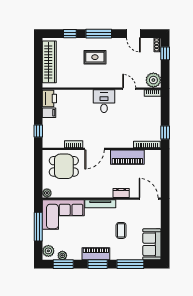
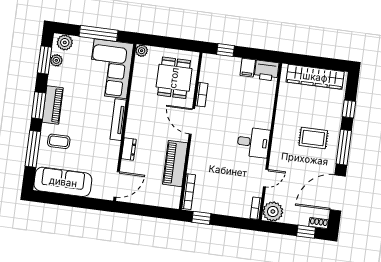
door: (133, 34) -> (338, 193), width x1.87
rug: (95, 57) -> (313, 138), turned 90
coffee table: (121, 230) -> (59, 141), moved
sofa: (152, 244) -> (63, 182), width x1.36

